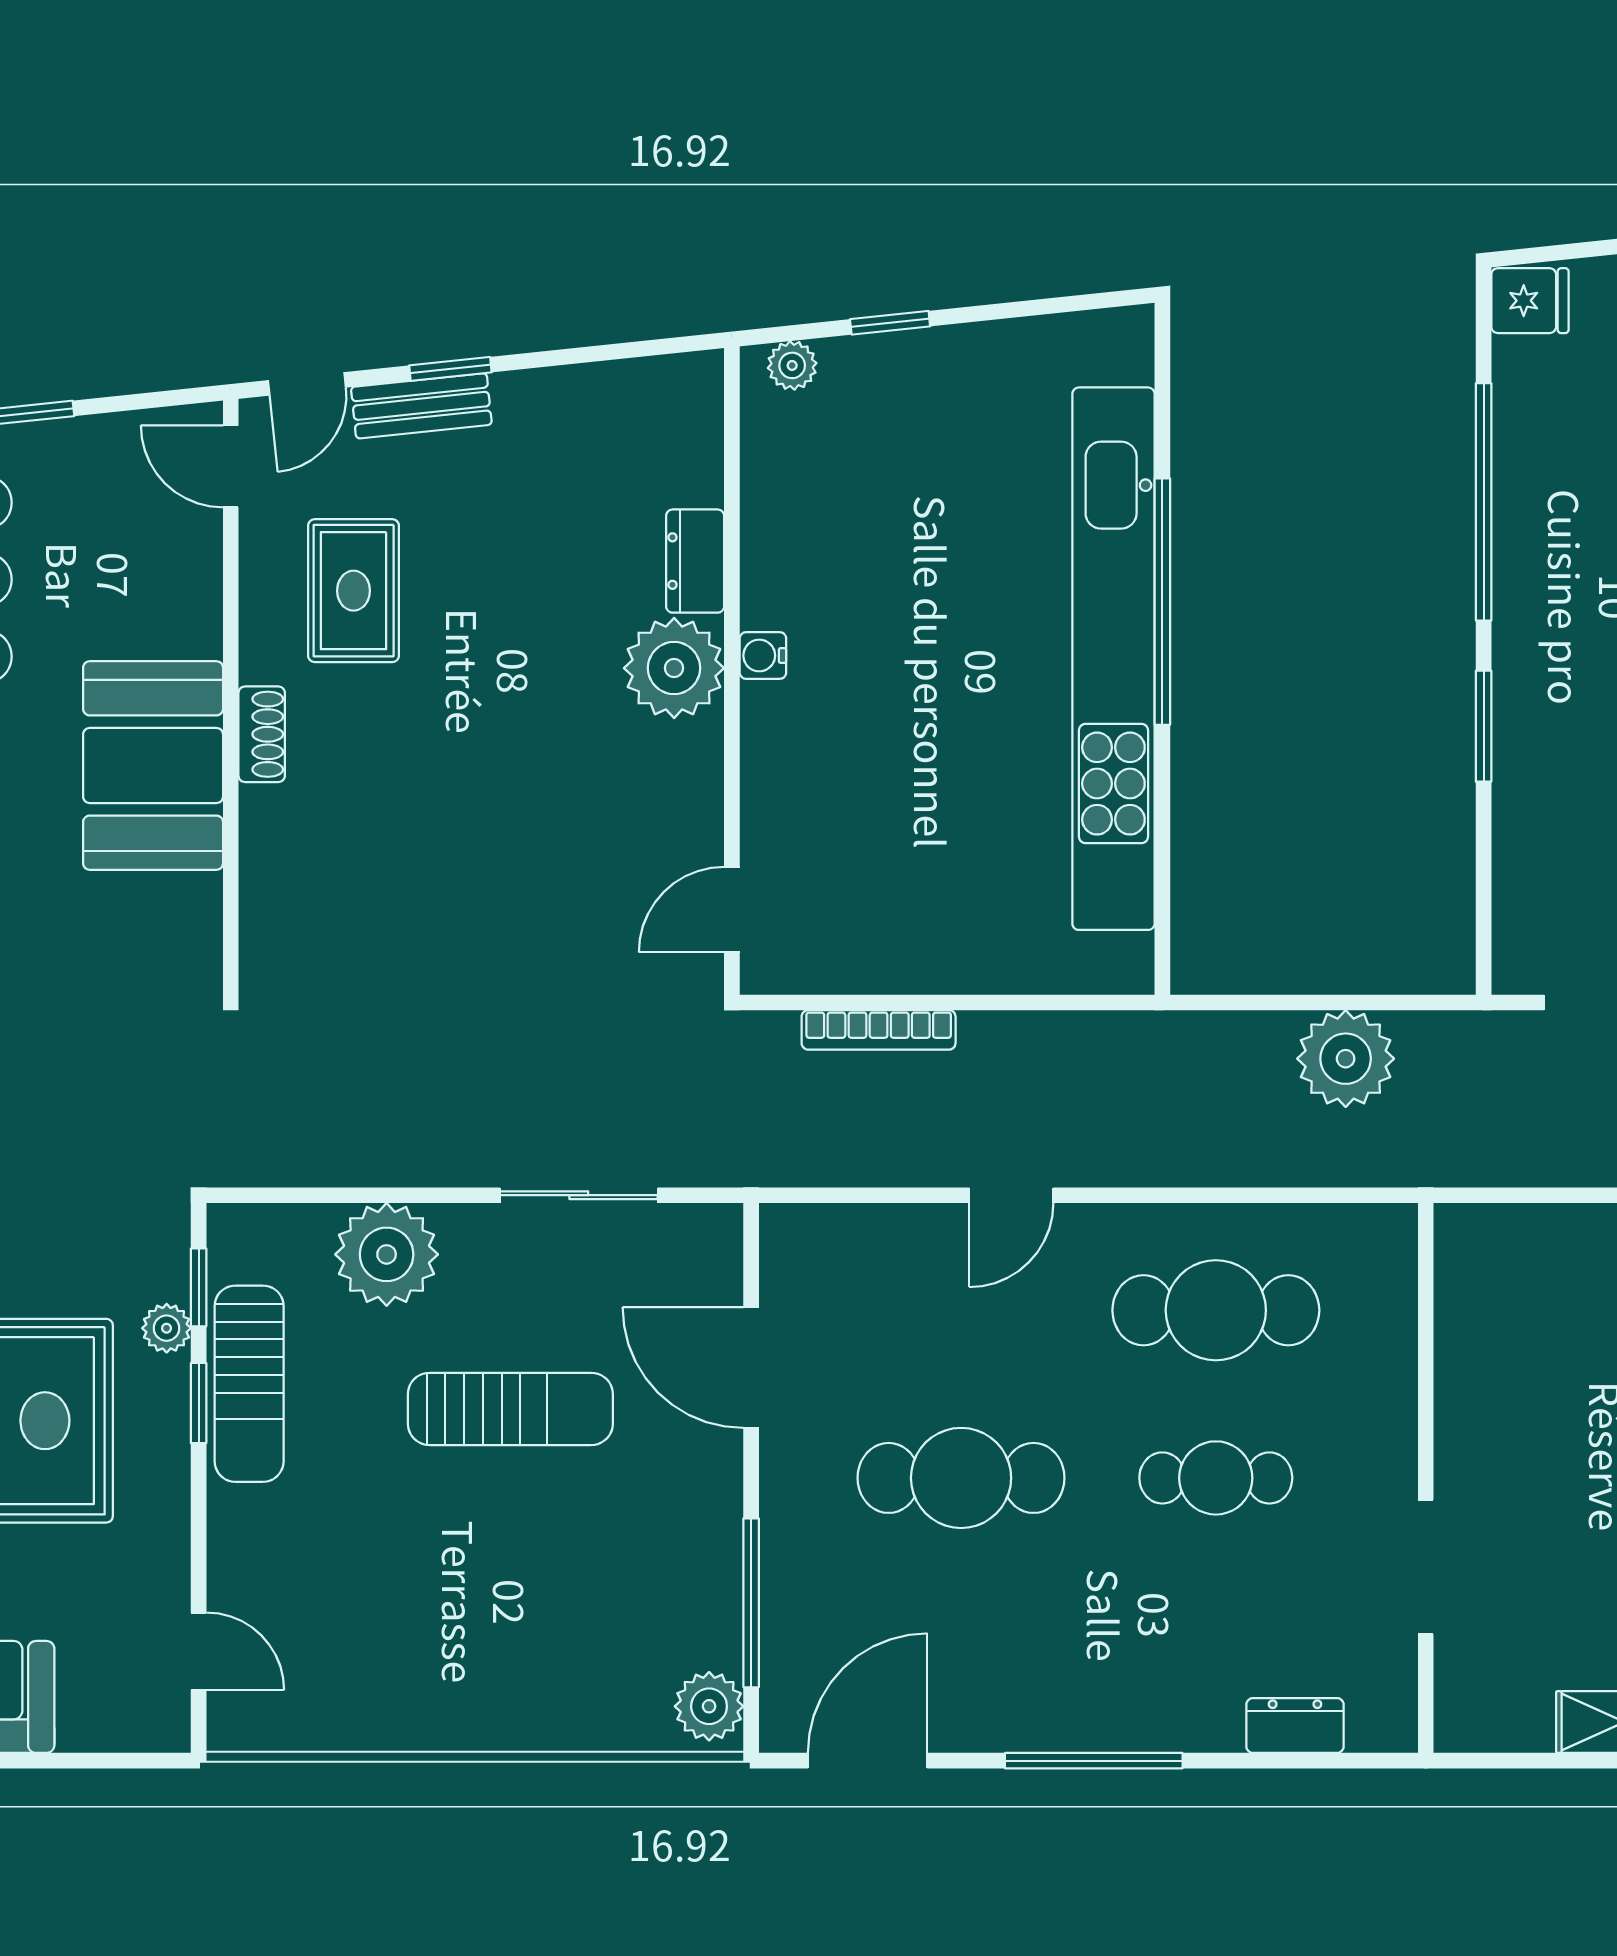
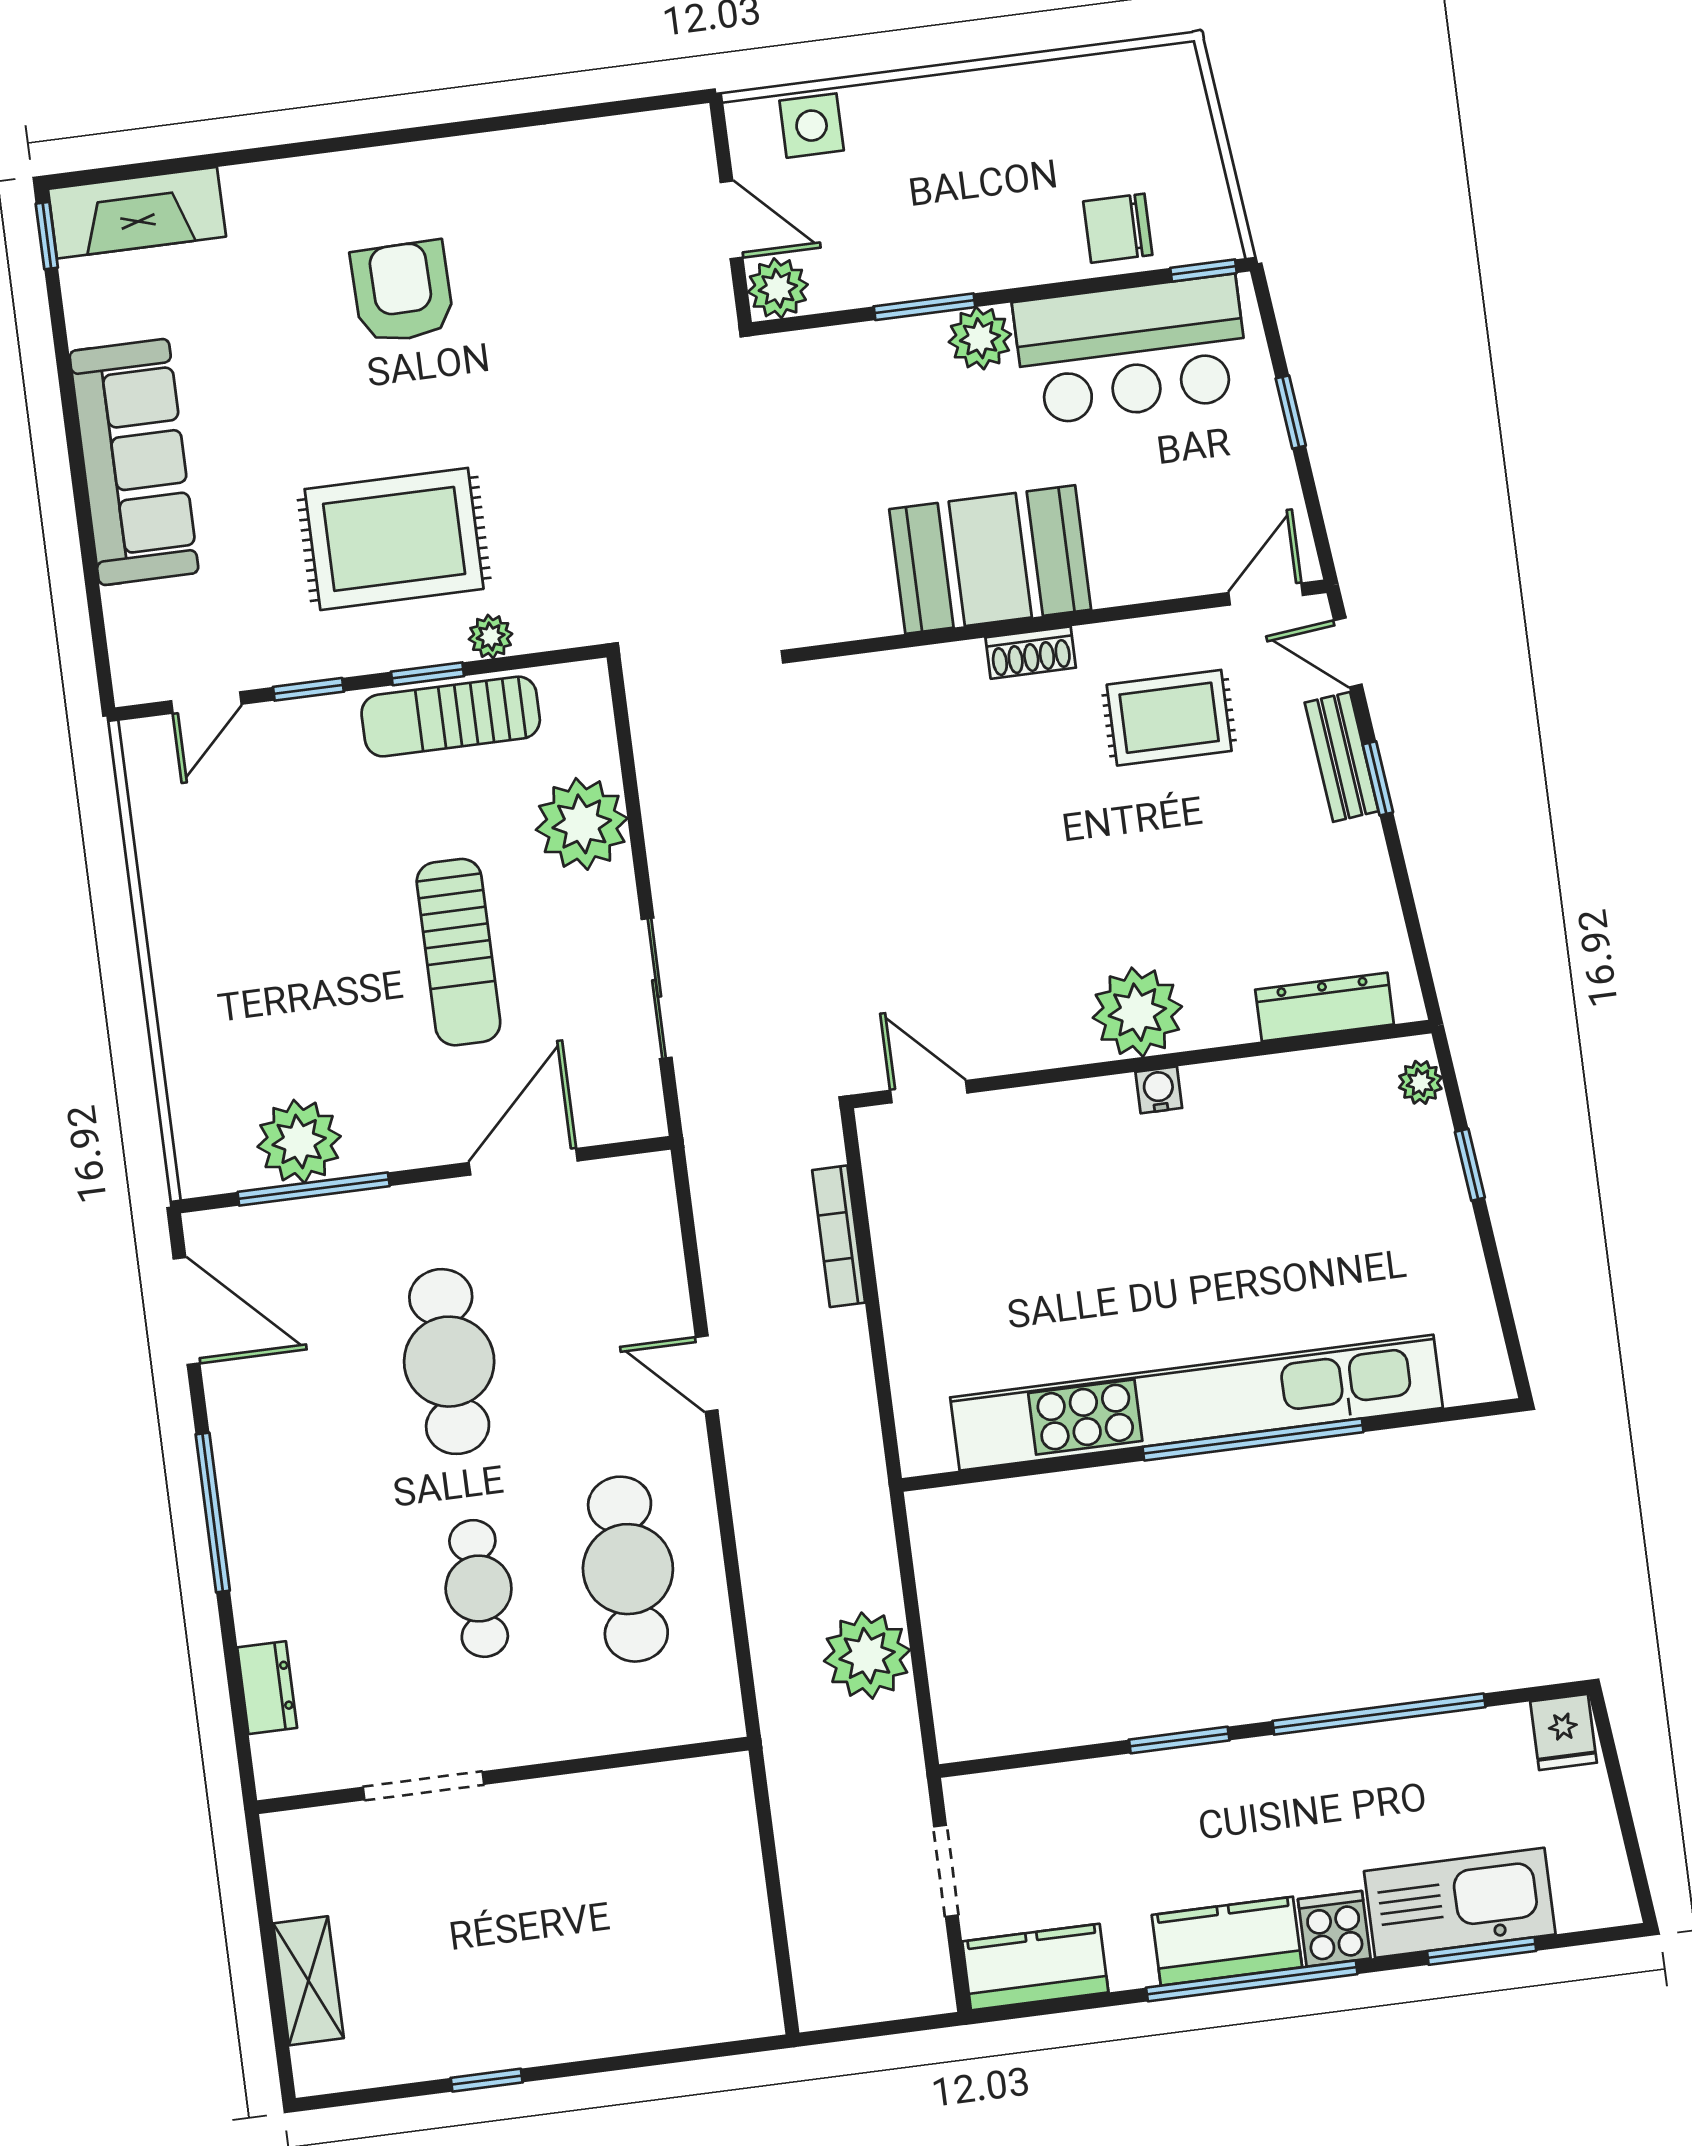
dresser: (695, 561) -> (1325, 1007), moved, width x1.44
window: (199, 1287) -> (308, 689), moved
plant: (709, 1706) -> (299, 1142), moved, width x1.36, depth x1.36

